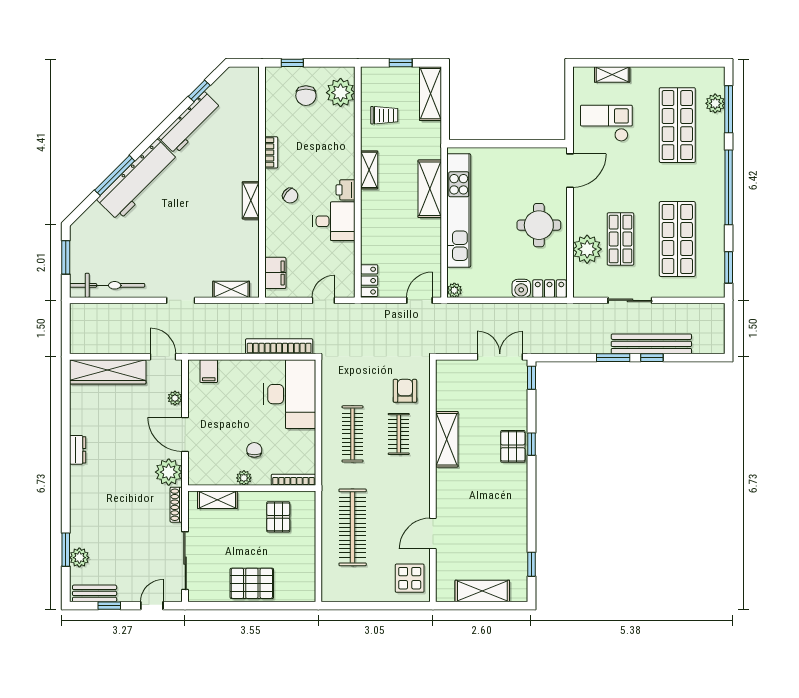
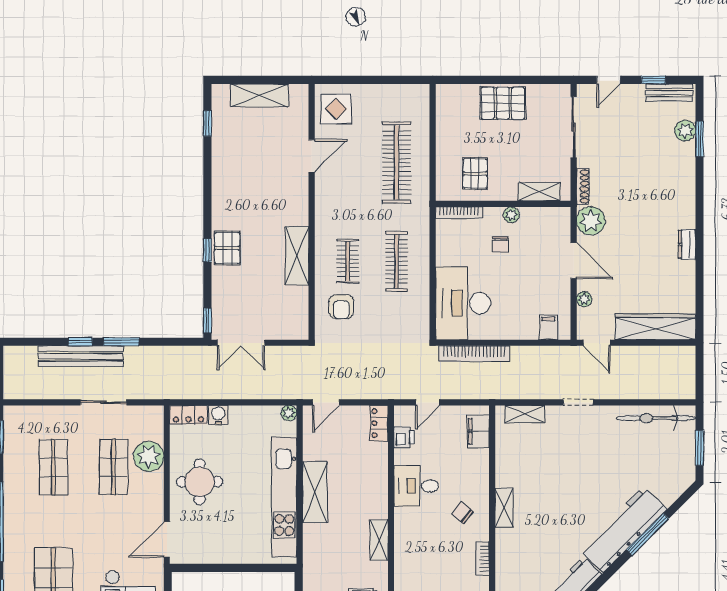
shelving: (430, 189) -> (315, 492), moved
printer: (346, 190) -> (404, 437), moved
shop shelf: (677, 239) -> (53, 467), width x0.70, depth x0.74

